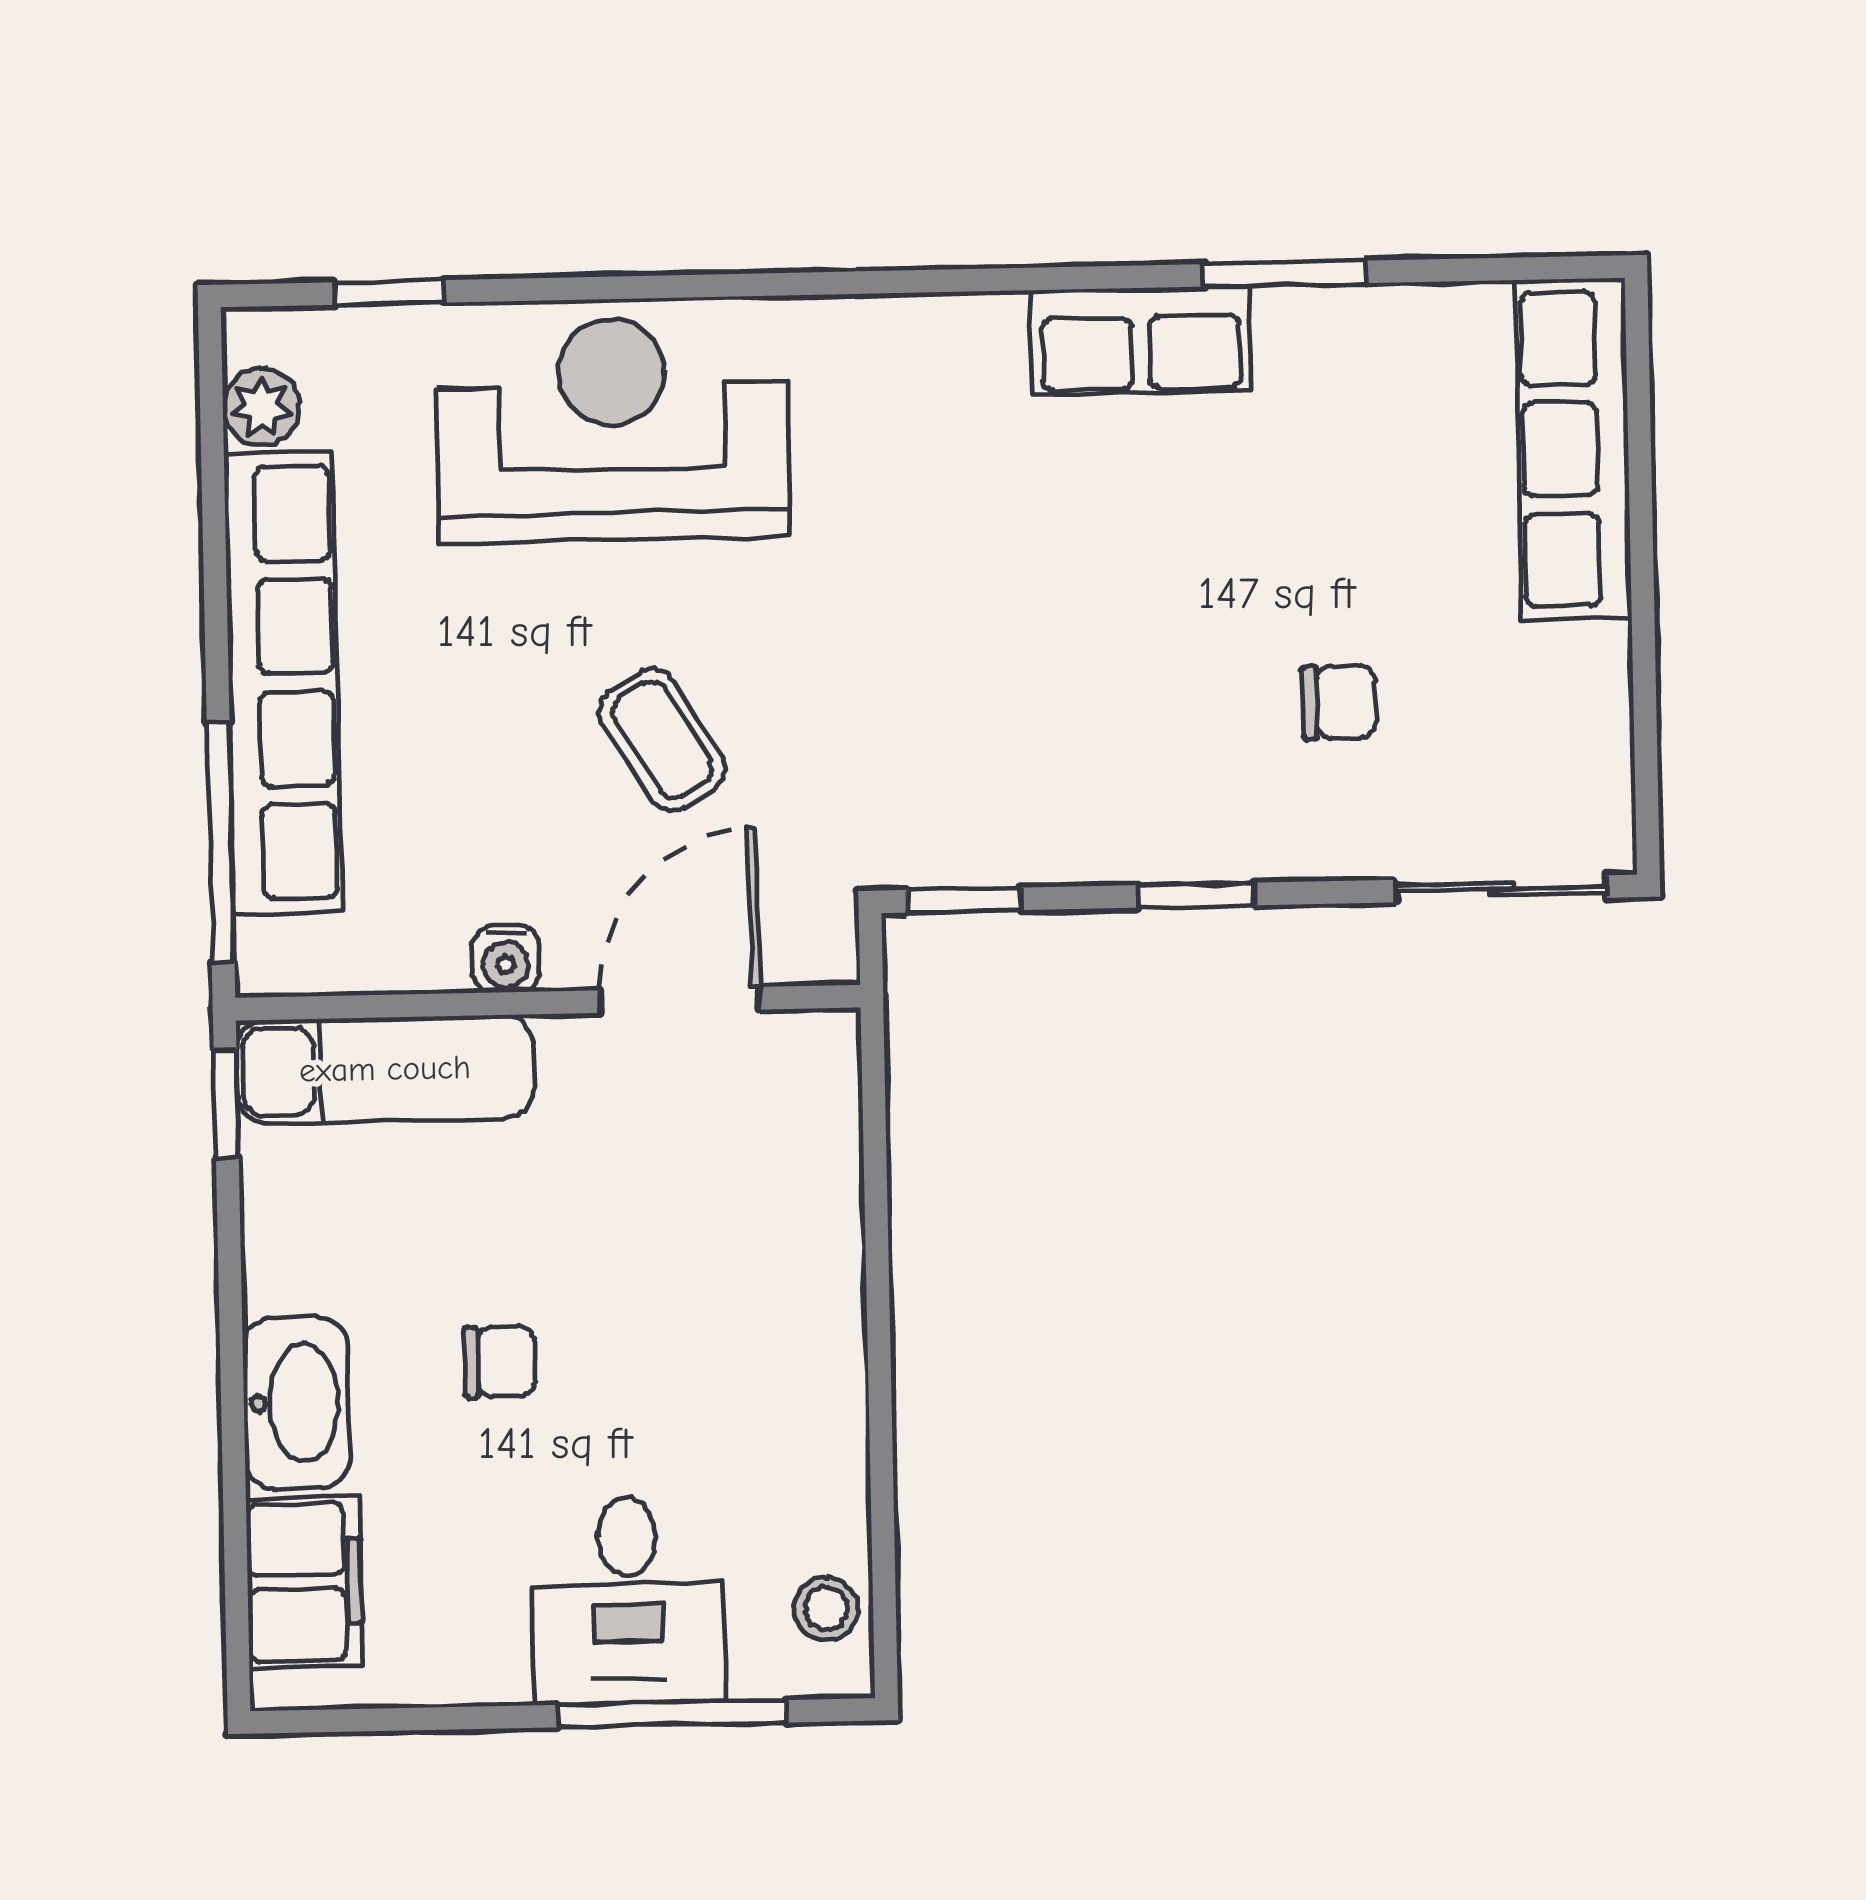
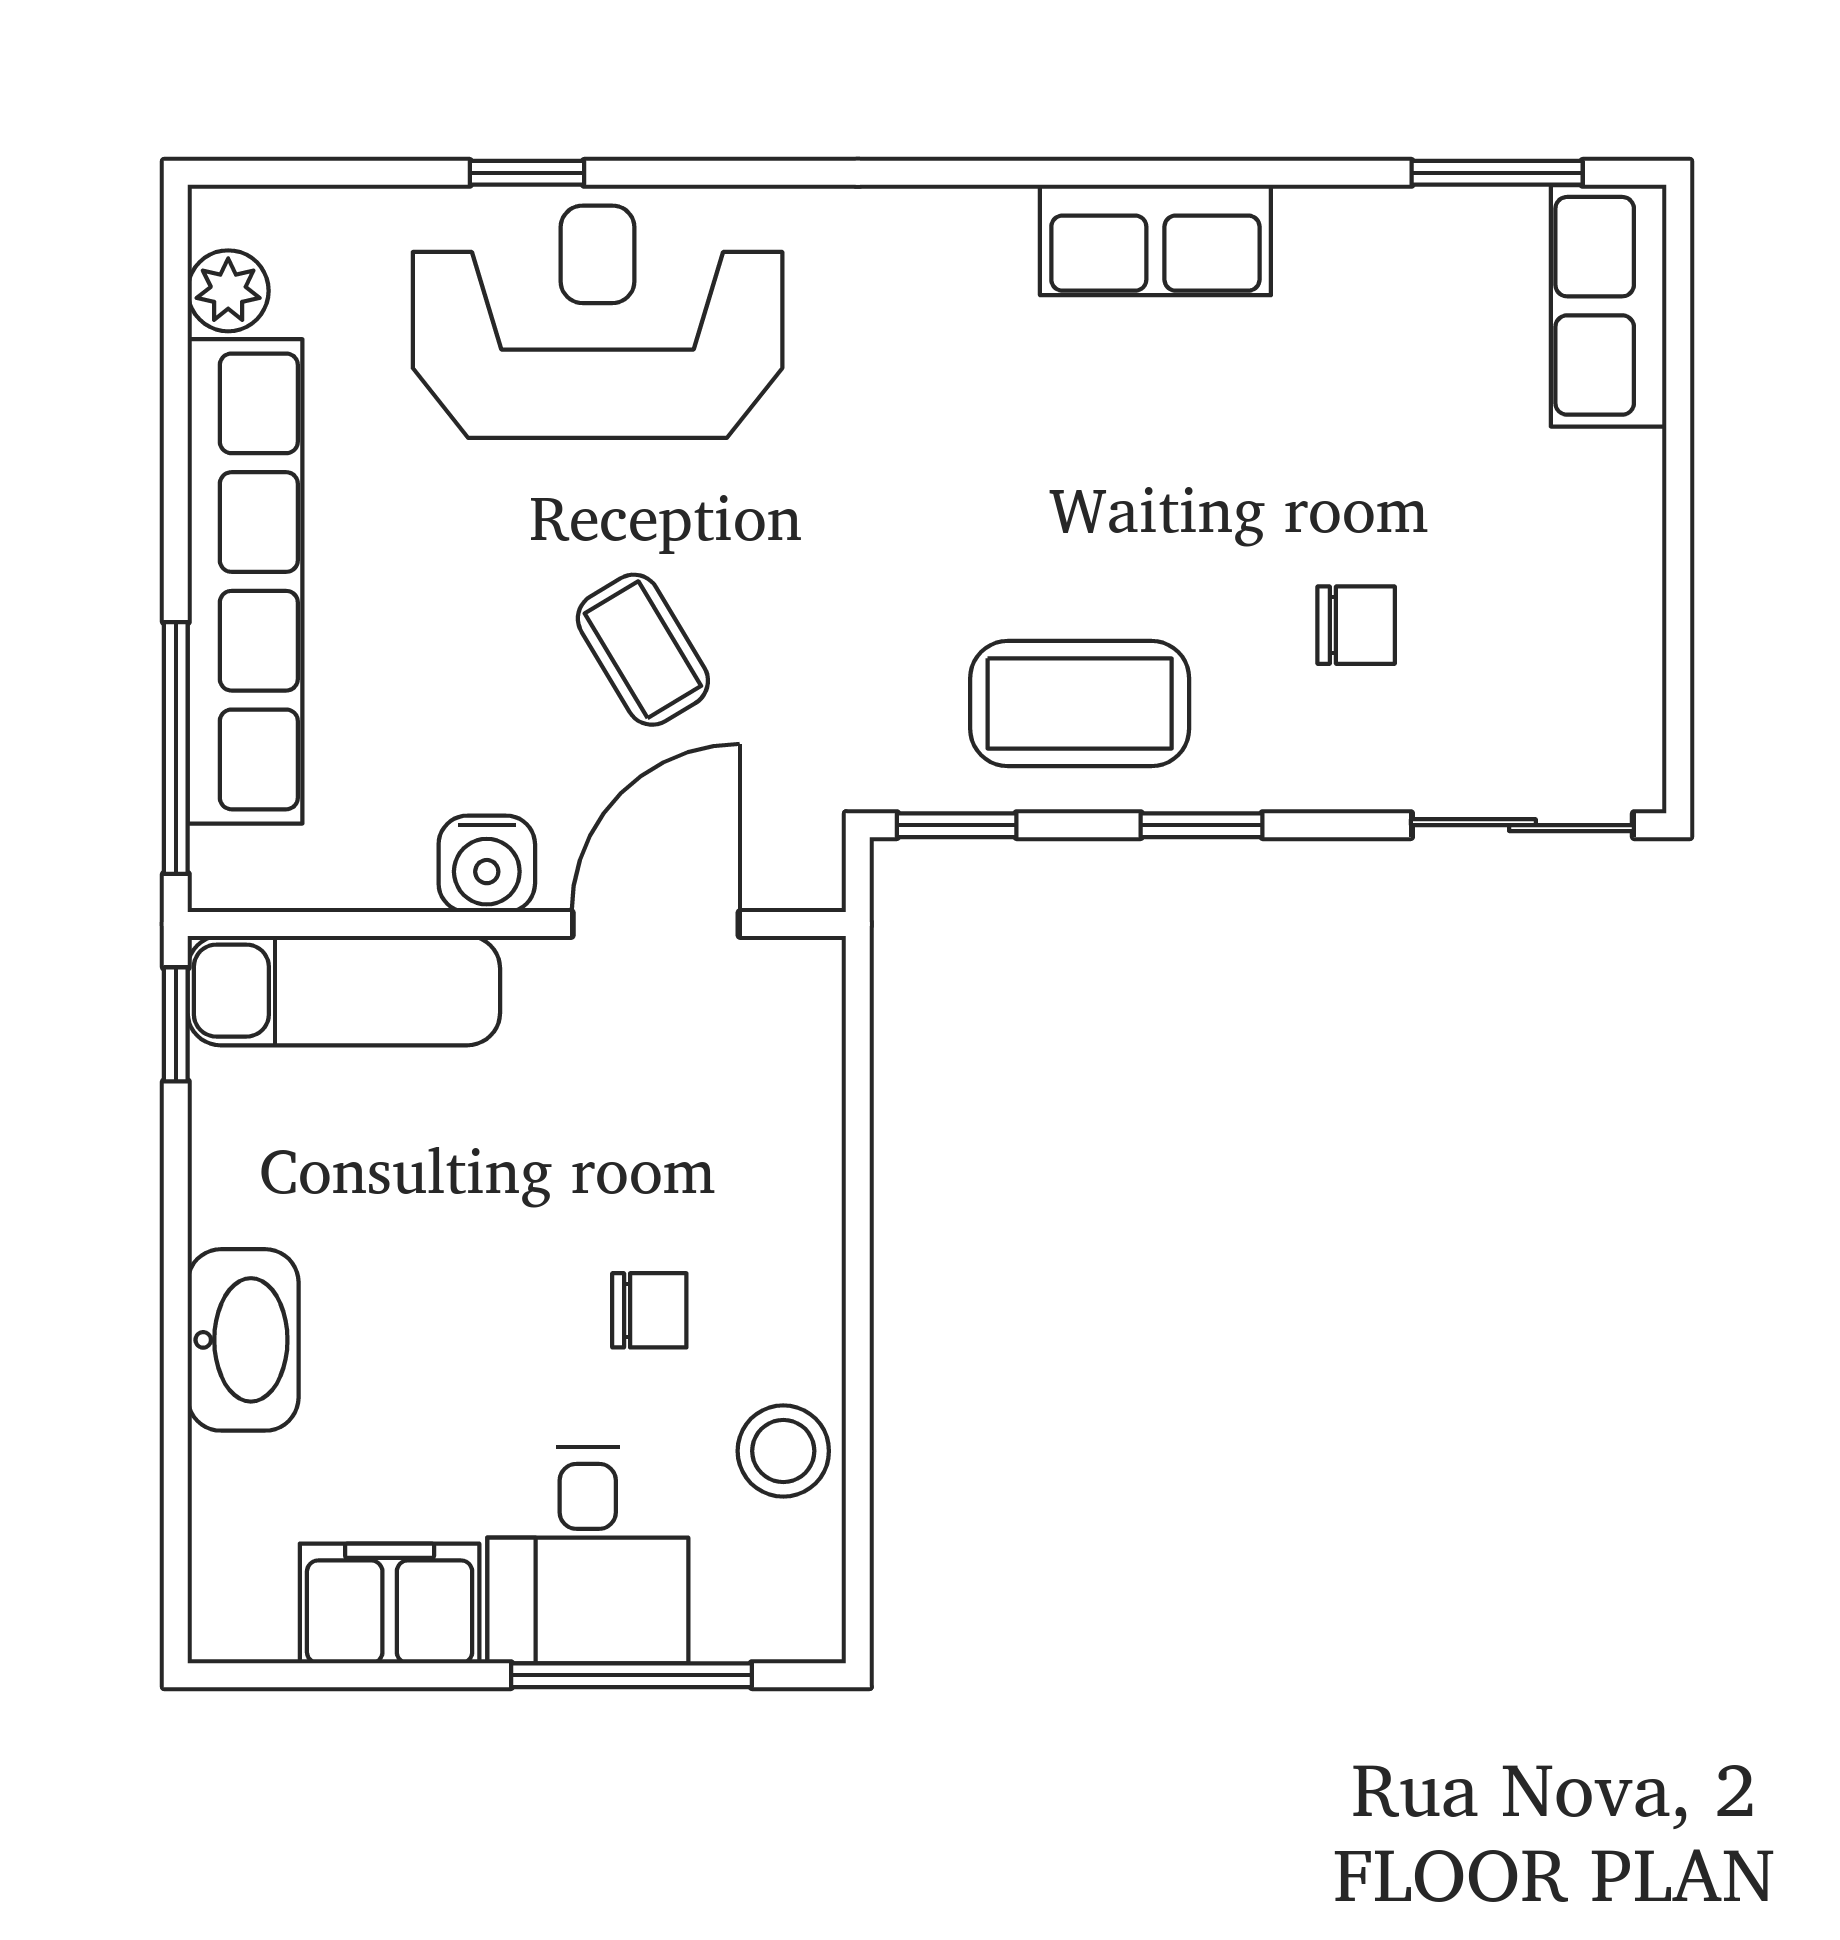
window: (1285, 274) -> (1497, 173), moved
window: (389, 292) -> (527, 173), moved
row of seats: (1573, 449) -> (1609, 306), width x0.68
coffee table: (1078, 782) -> (1080, 704), added
water cooler: (506, 959) -> (487, 864), width x1.38, depth x1.38
chair: (499, 1362) -> (649, 1310), moved
filing cabinet: (304, 1582) -> (390, 1603), moved, turned -90
stool: (826, 1609) -> (783, 1451), moved, width x1.37, depth x1.37

